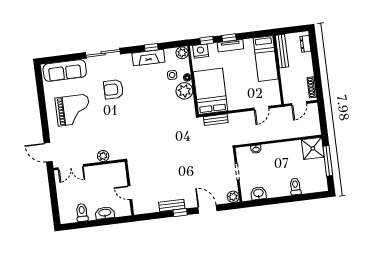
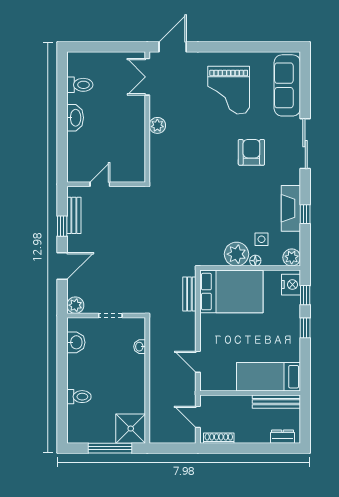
tv unit: (230, 46) -> (293, 328), removed
wall: (129, 188) -> (106, 184), moved
door: (130, 193) -> (100, 184), moved

